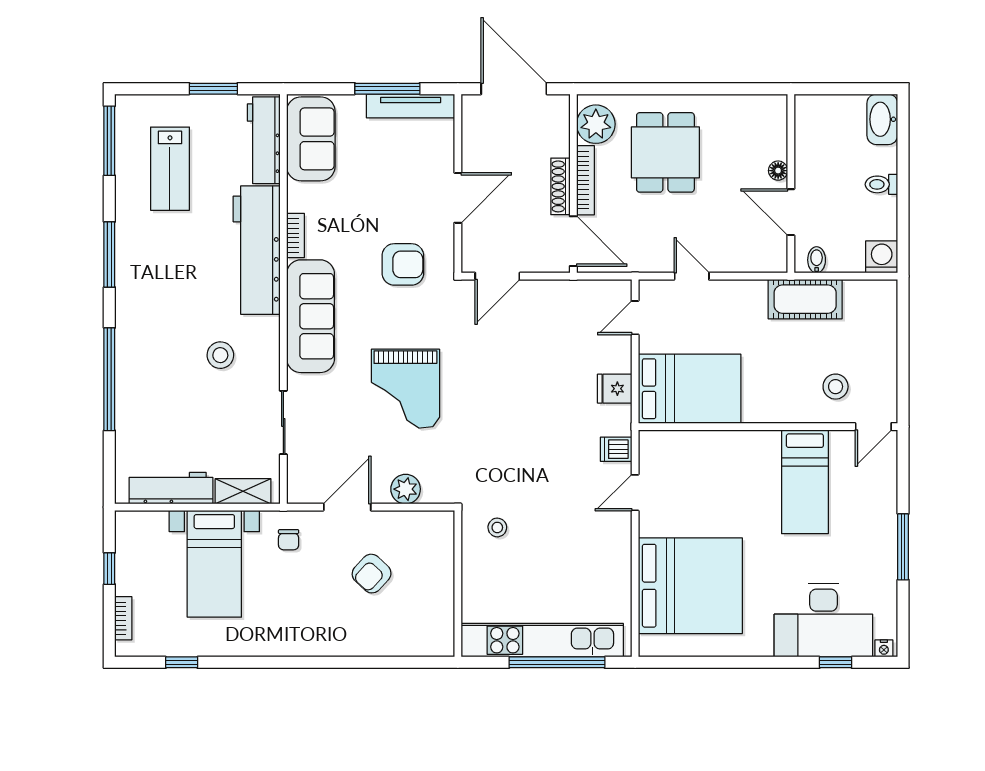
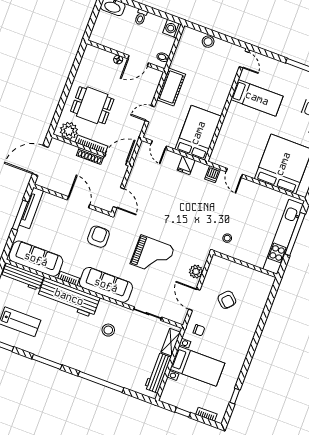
sofa: (311, 139) -> (36, 259), width x1.36
cot: (805, 299) -> (171, 87), moved
stool: (836, 387) -> (208, 42), moved

